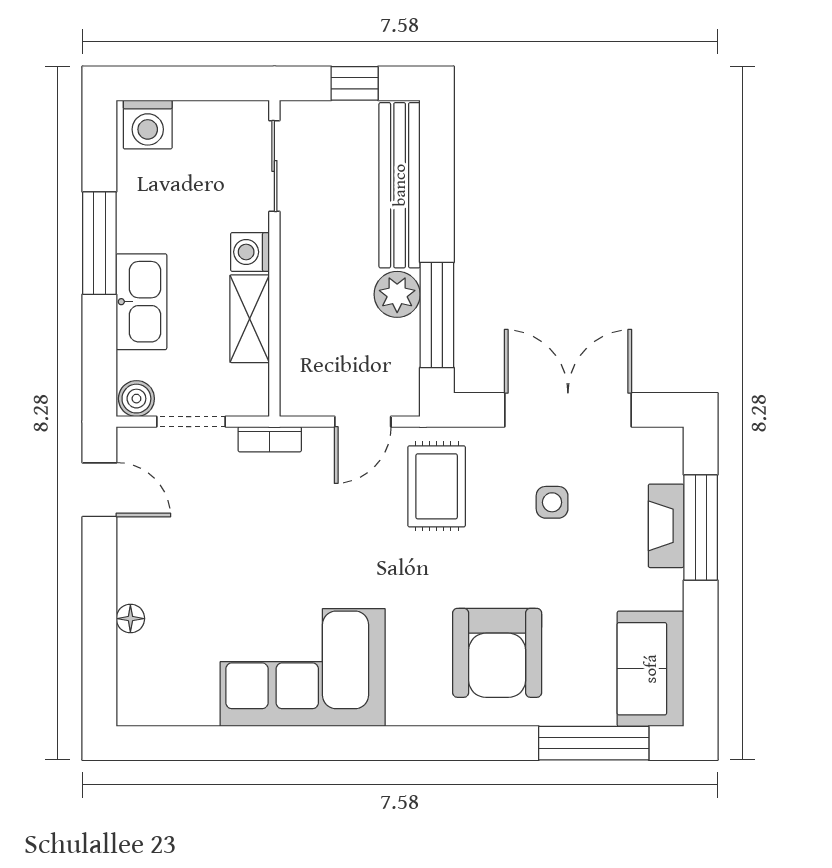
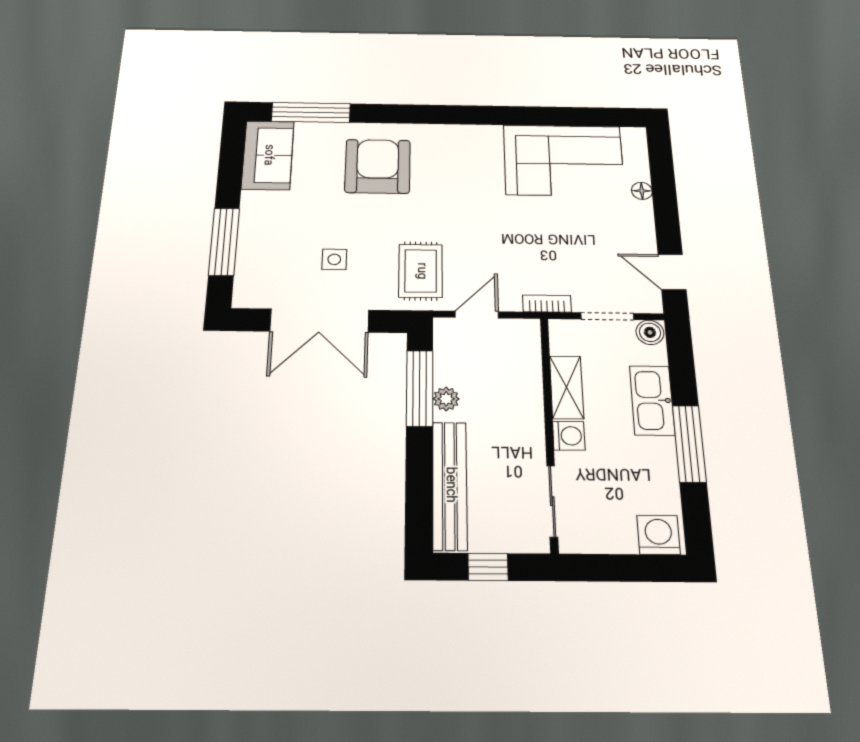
plant: (397, 294) -> (446, 399), width x0.73, depth x0.73
fireplace: (666, 526) -> (250, 243), removed
corner sofa: (303, 668) -> (563, 160), moved

